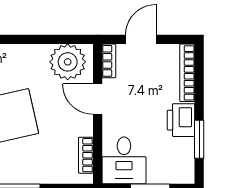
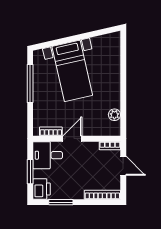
plant: (68, 62) -> (114, 115), width x0.53, depth x0.53
door: (98, 99) -> (72, 139), moved
printer: (181, 120) -> (42, 189), moved, turned 90

